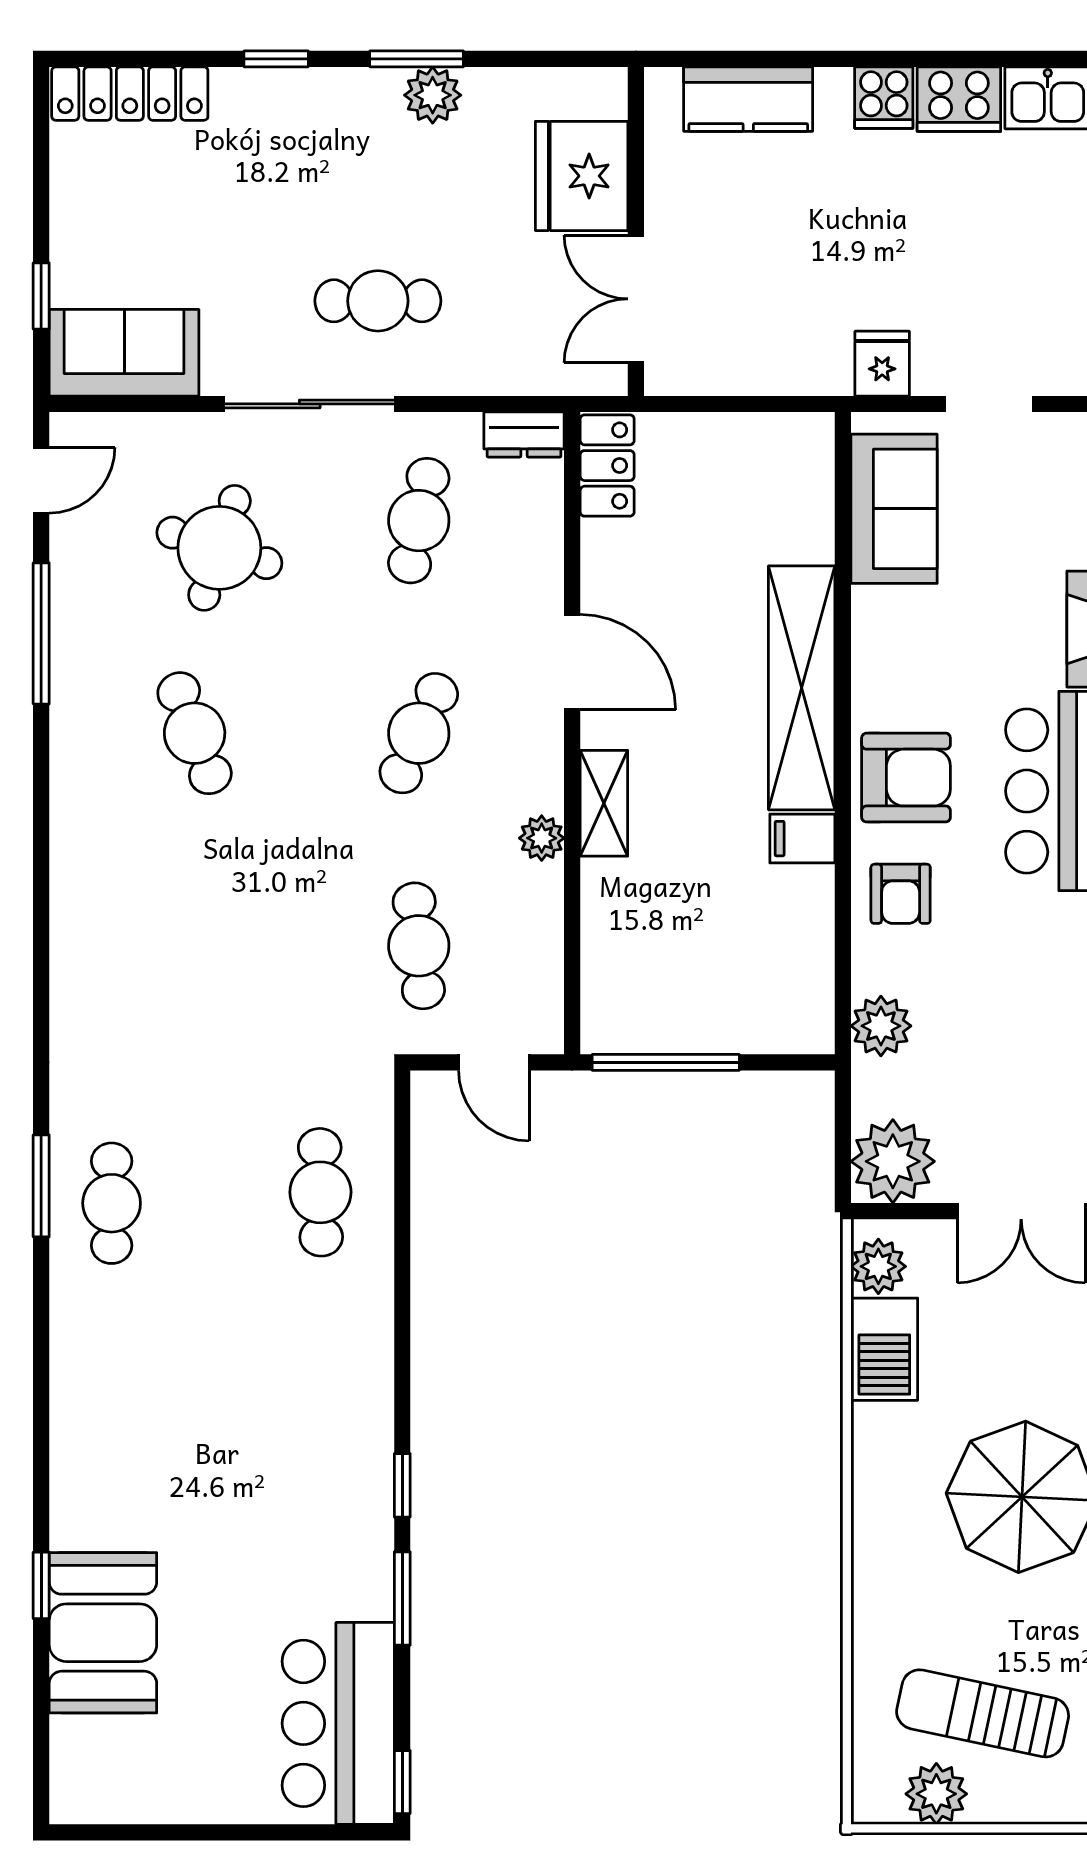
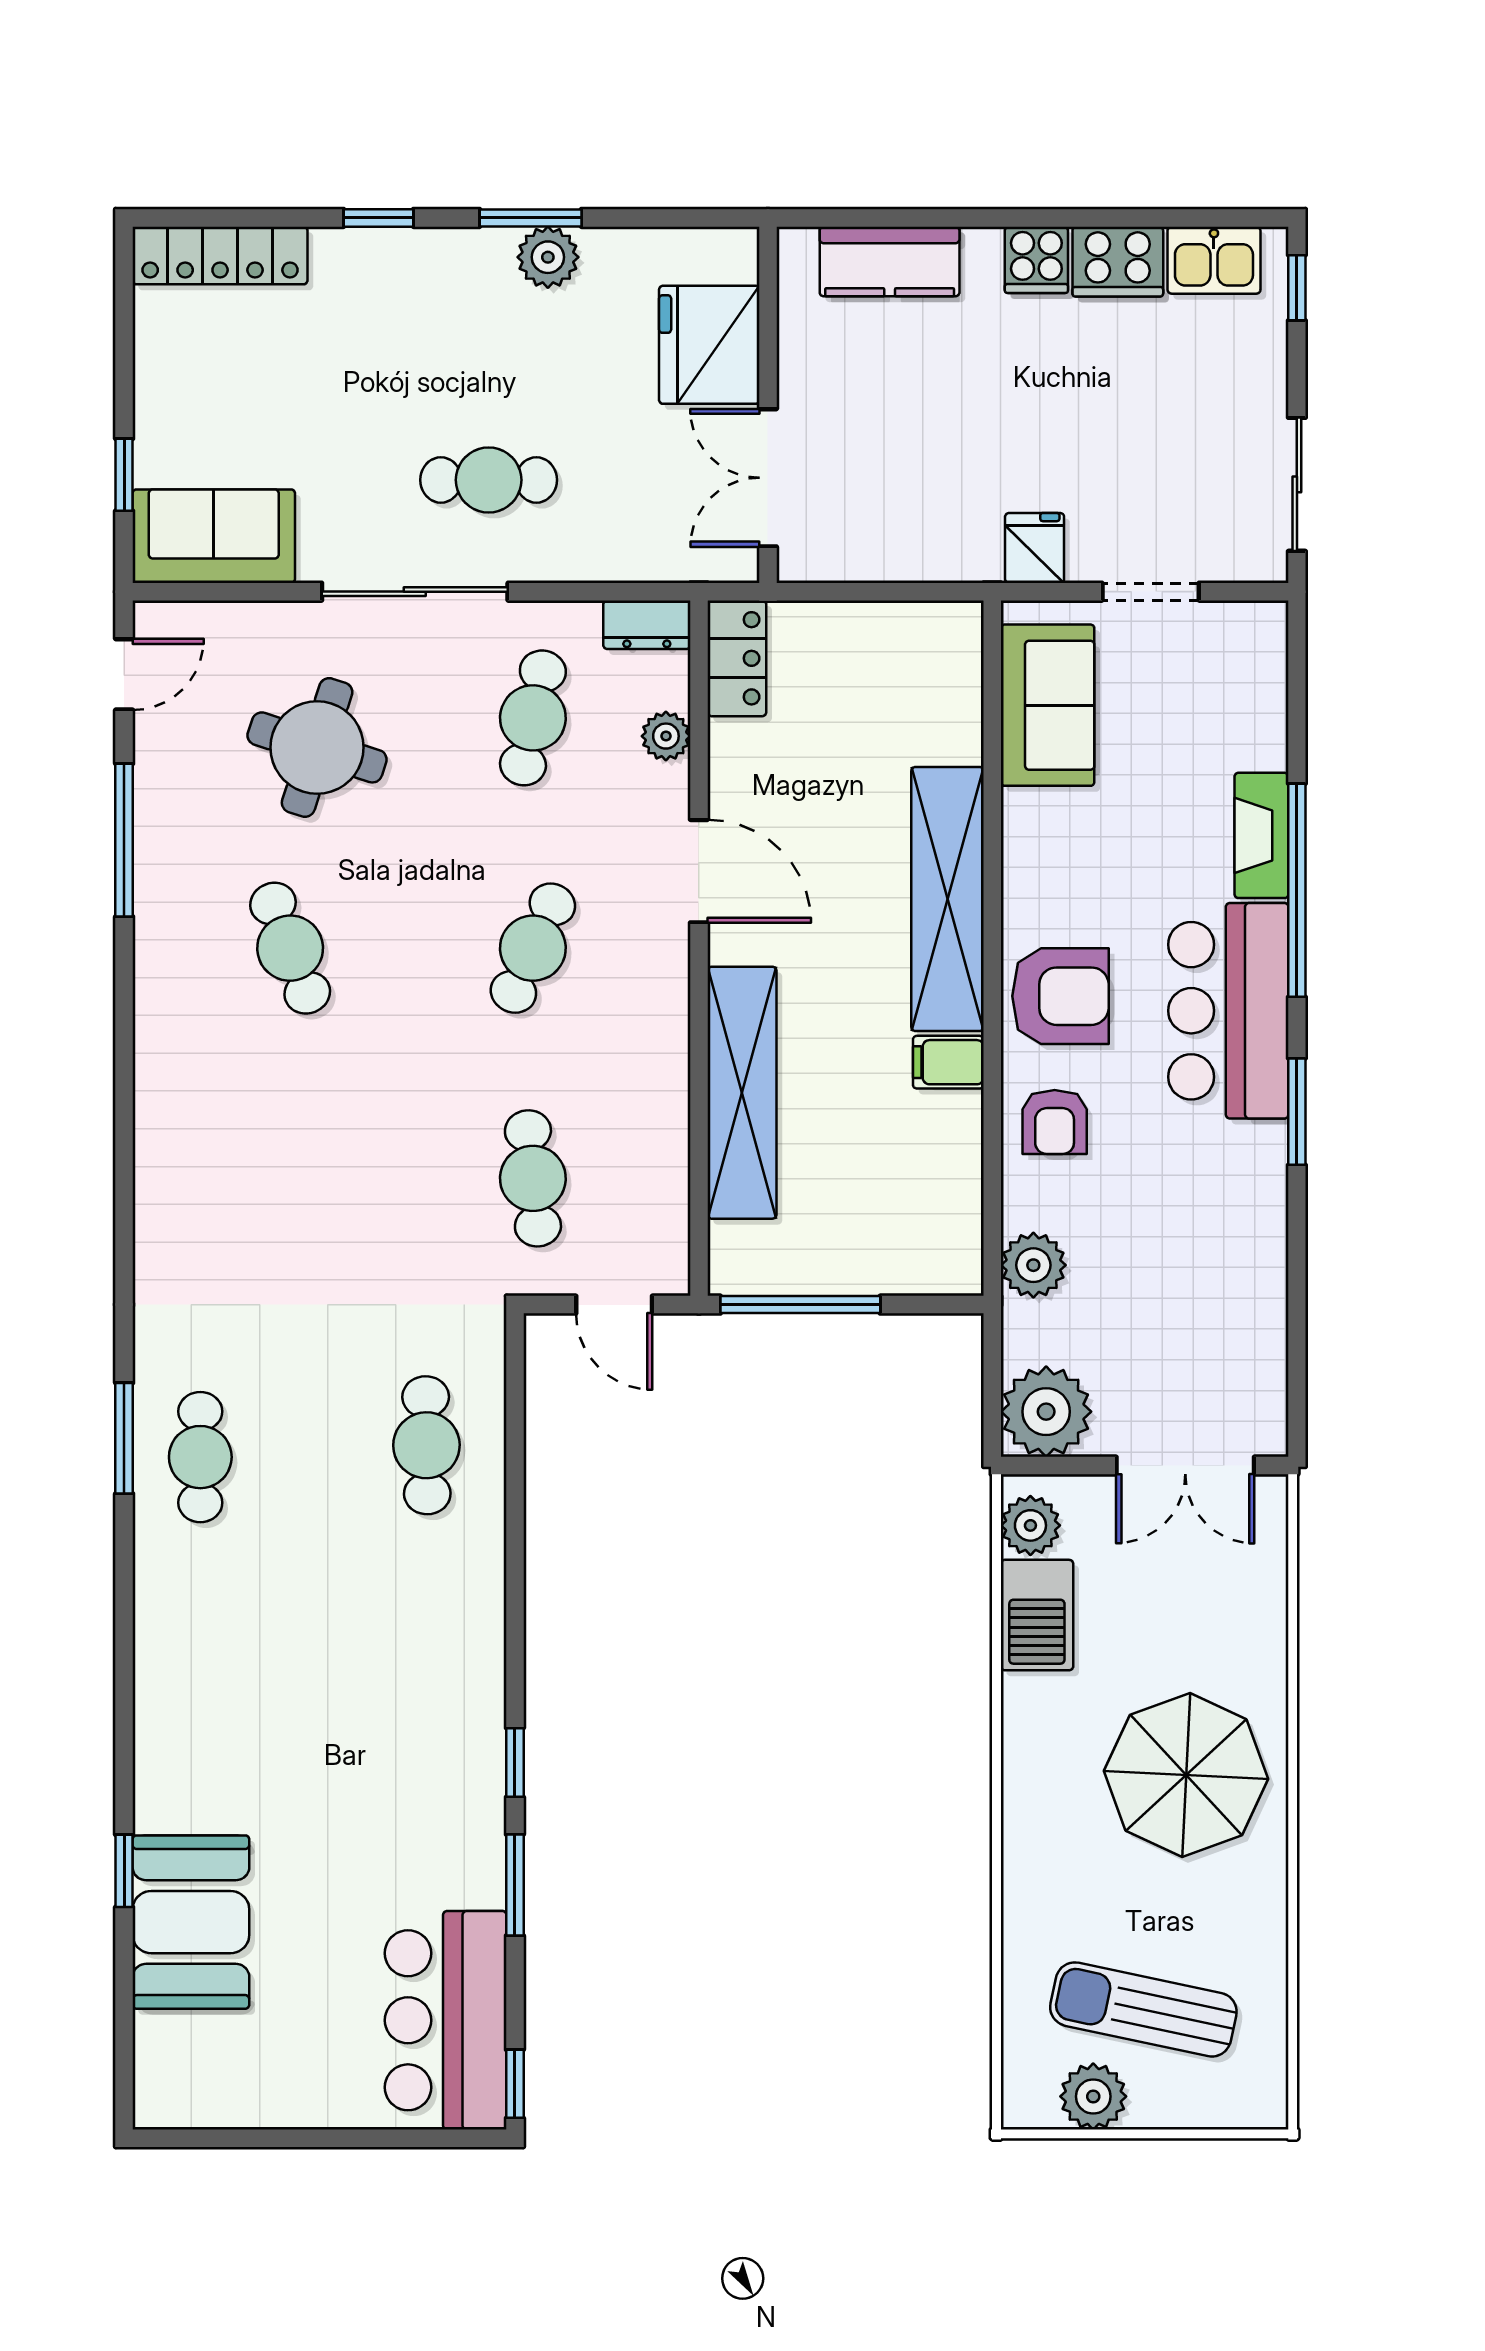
shelving: (604, 803) -> (742, 1093), width x2.20, depth x1.33
plant: (542, 838) -> (666, 736), moved

